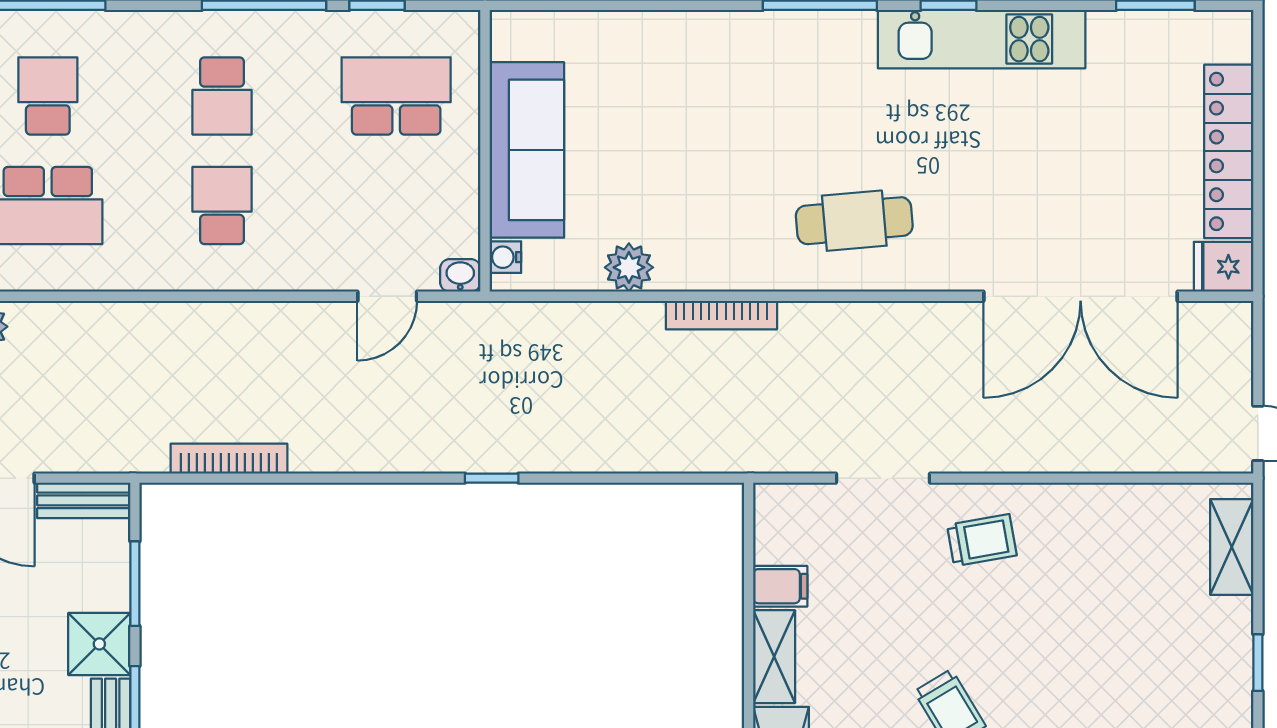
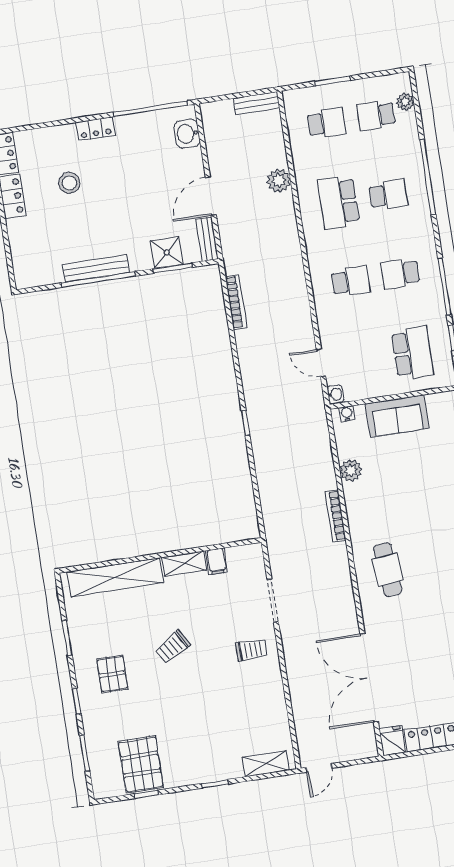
sofa: (527, 150) -> (397, 416), width x0.73
trolley: (982, 540) -> (251, 650), turned -80
shower: (99, 644) -> (167, 252), moved

